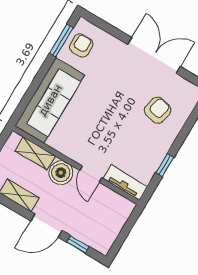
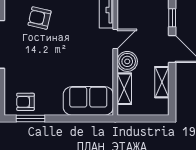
sofa: (50, 100) -> (88, 101), width x0.73

